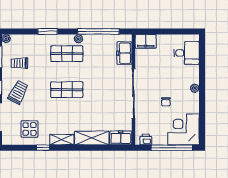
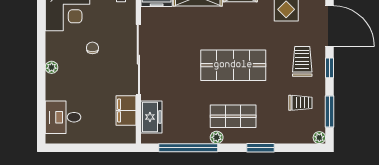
filing cabinet: (146, 41) -> (126, 111), moved, turned -90
shop shelf: (67, 90) -> (233, 65), width x1.43, depth x1.36
trolley: (18, 92) -> (302, 61), turned 152

